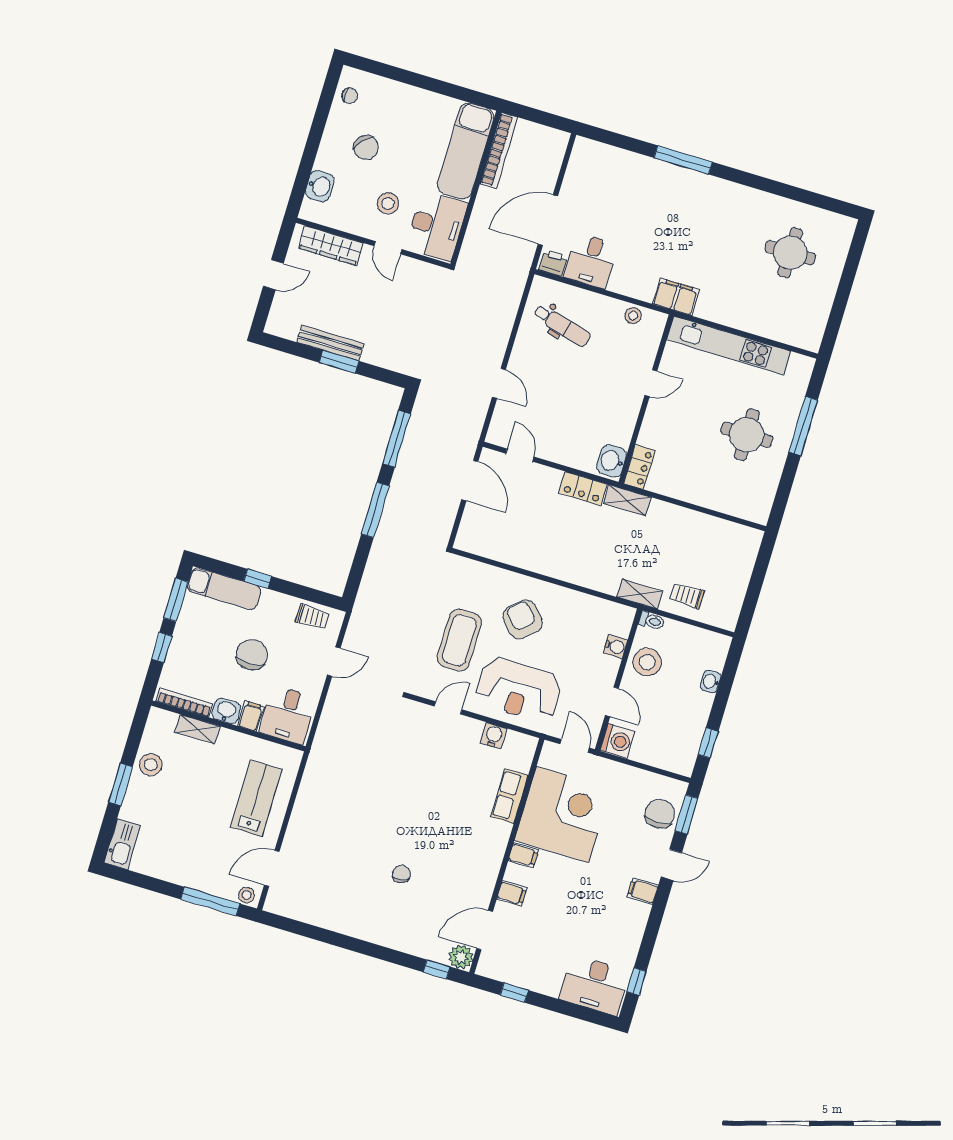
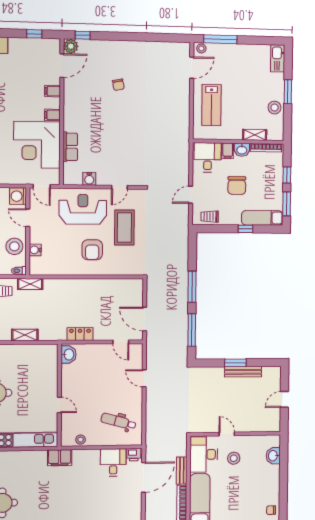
chair: (366, 148) -> (254, 485), removed
bench: (481, 211) -> (182, 471), added
wardrobe: (331, 246) -> (258, 425), removed
door: (651, 383) -> (59, 405), swing flipped
locker: (639, 467) -> (52, 356), removed
shelving: (627, 500) -> (25, 335), moved
armchair: (523, 619) -> (92, 250), turned 43

